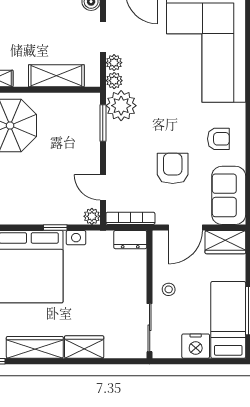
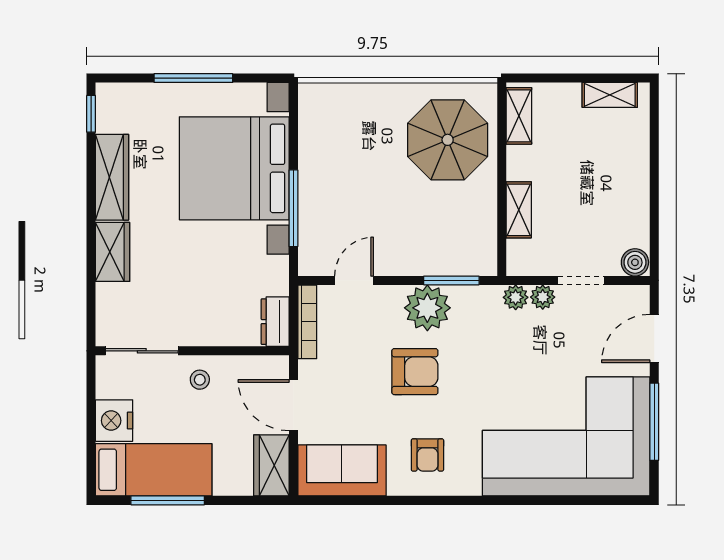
shelving: (56, 76) -> (519, 210), width x0.67, depth x0.75
plant: (121, 106) -> (427, 308), moved
armchair: (173, 168) -> (415, 372), moved
plant: (92, 216) -> (310, 264), removed
window: (55, 227) -> (293, 208), width x2.17

